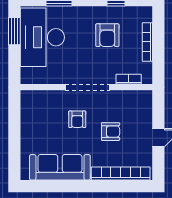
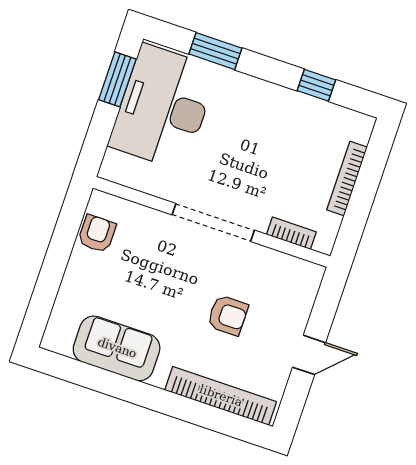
armchair: (107, 35) -> (280, 142), removed
armchair: (77, 119) -> (97, 234), moved, turned 180
sofa: (60, 167) -> (117, 348), width x0.73

